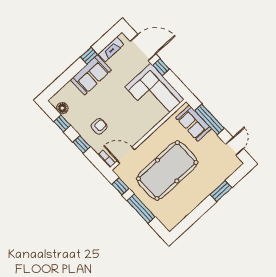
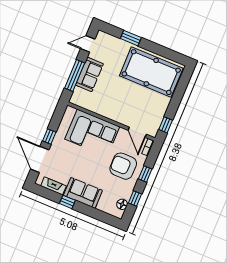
corner sofa: (155, 93) -> (92, 133), moved, turned 90
sofa: (194, 123) -> (89, 74), moved
armchair: (99, 126) -> (123, 166), width x1.88, depth x1.88
pool table: (167, 171) -> (151, 72), moved
window: (141, 209) -> (177, 99), removed

